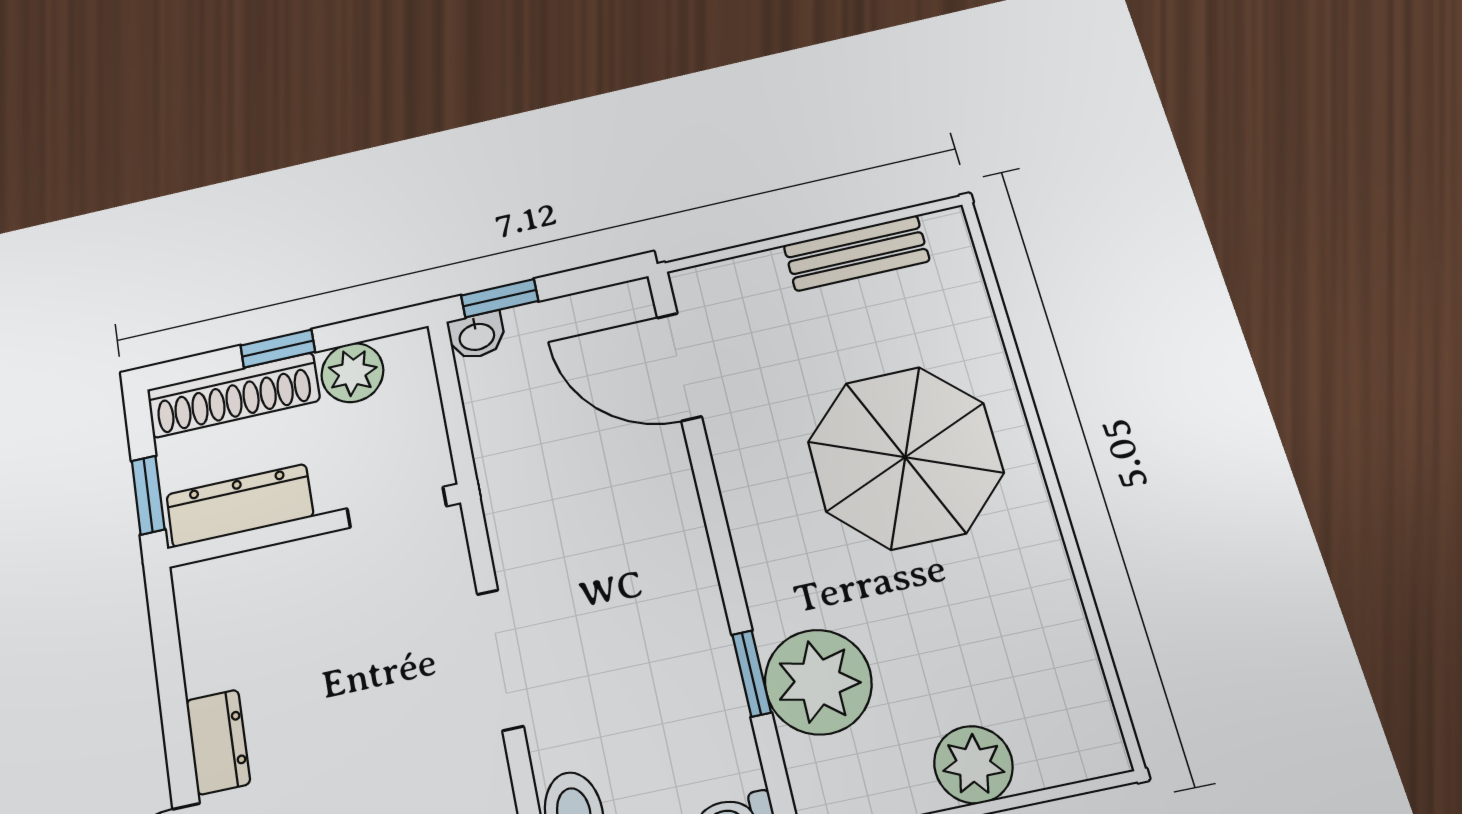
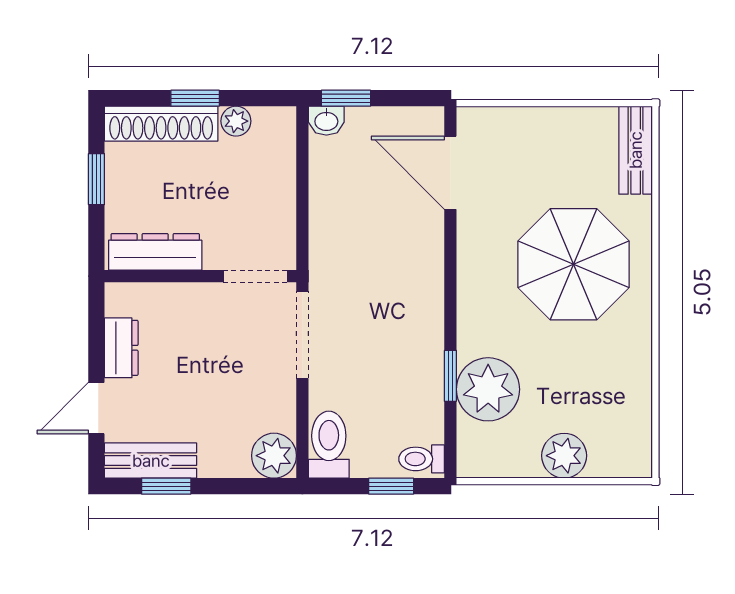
bench: (856, 253) -> (636, 150), moved, turned 90
plant: (352, 373) -> (236, 121), width x0.73, depth x0.73
dresser: (240, 506) -> (155, 252), moved
doorway: (397, 507) -> (255, 276), moved
wall: (313, 526) -> (200, 276), moved

